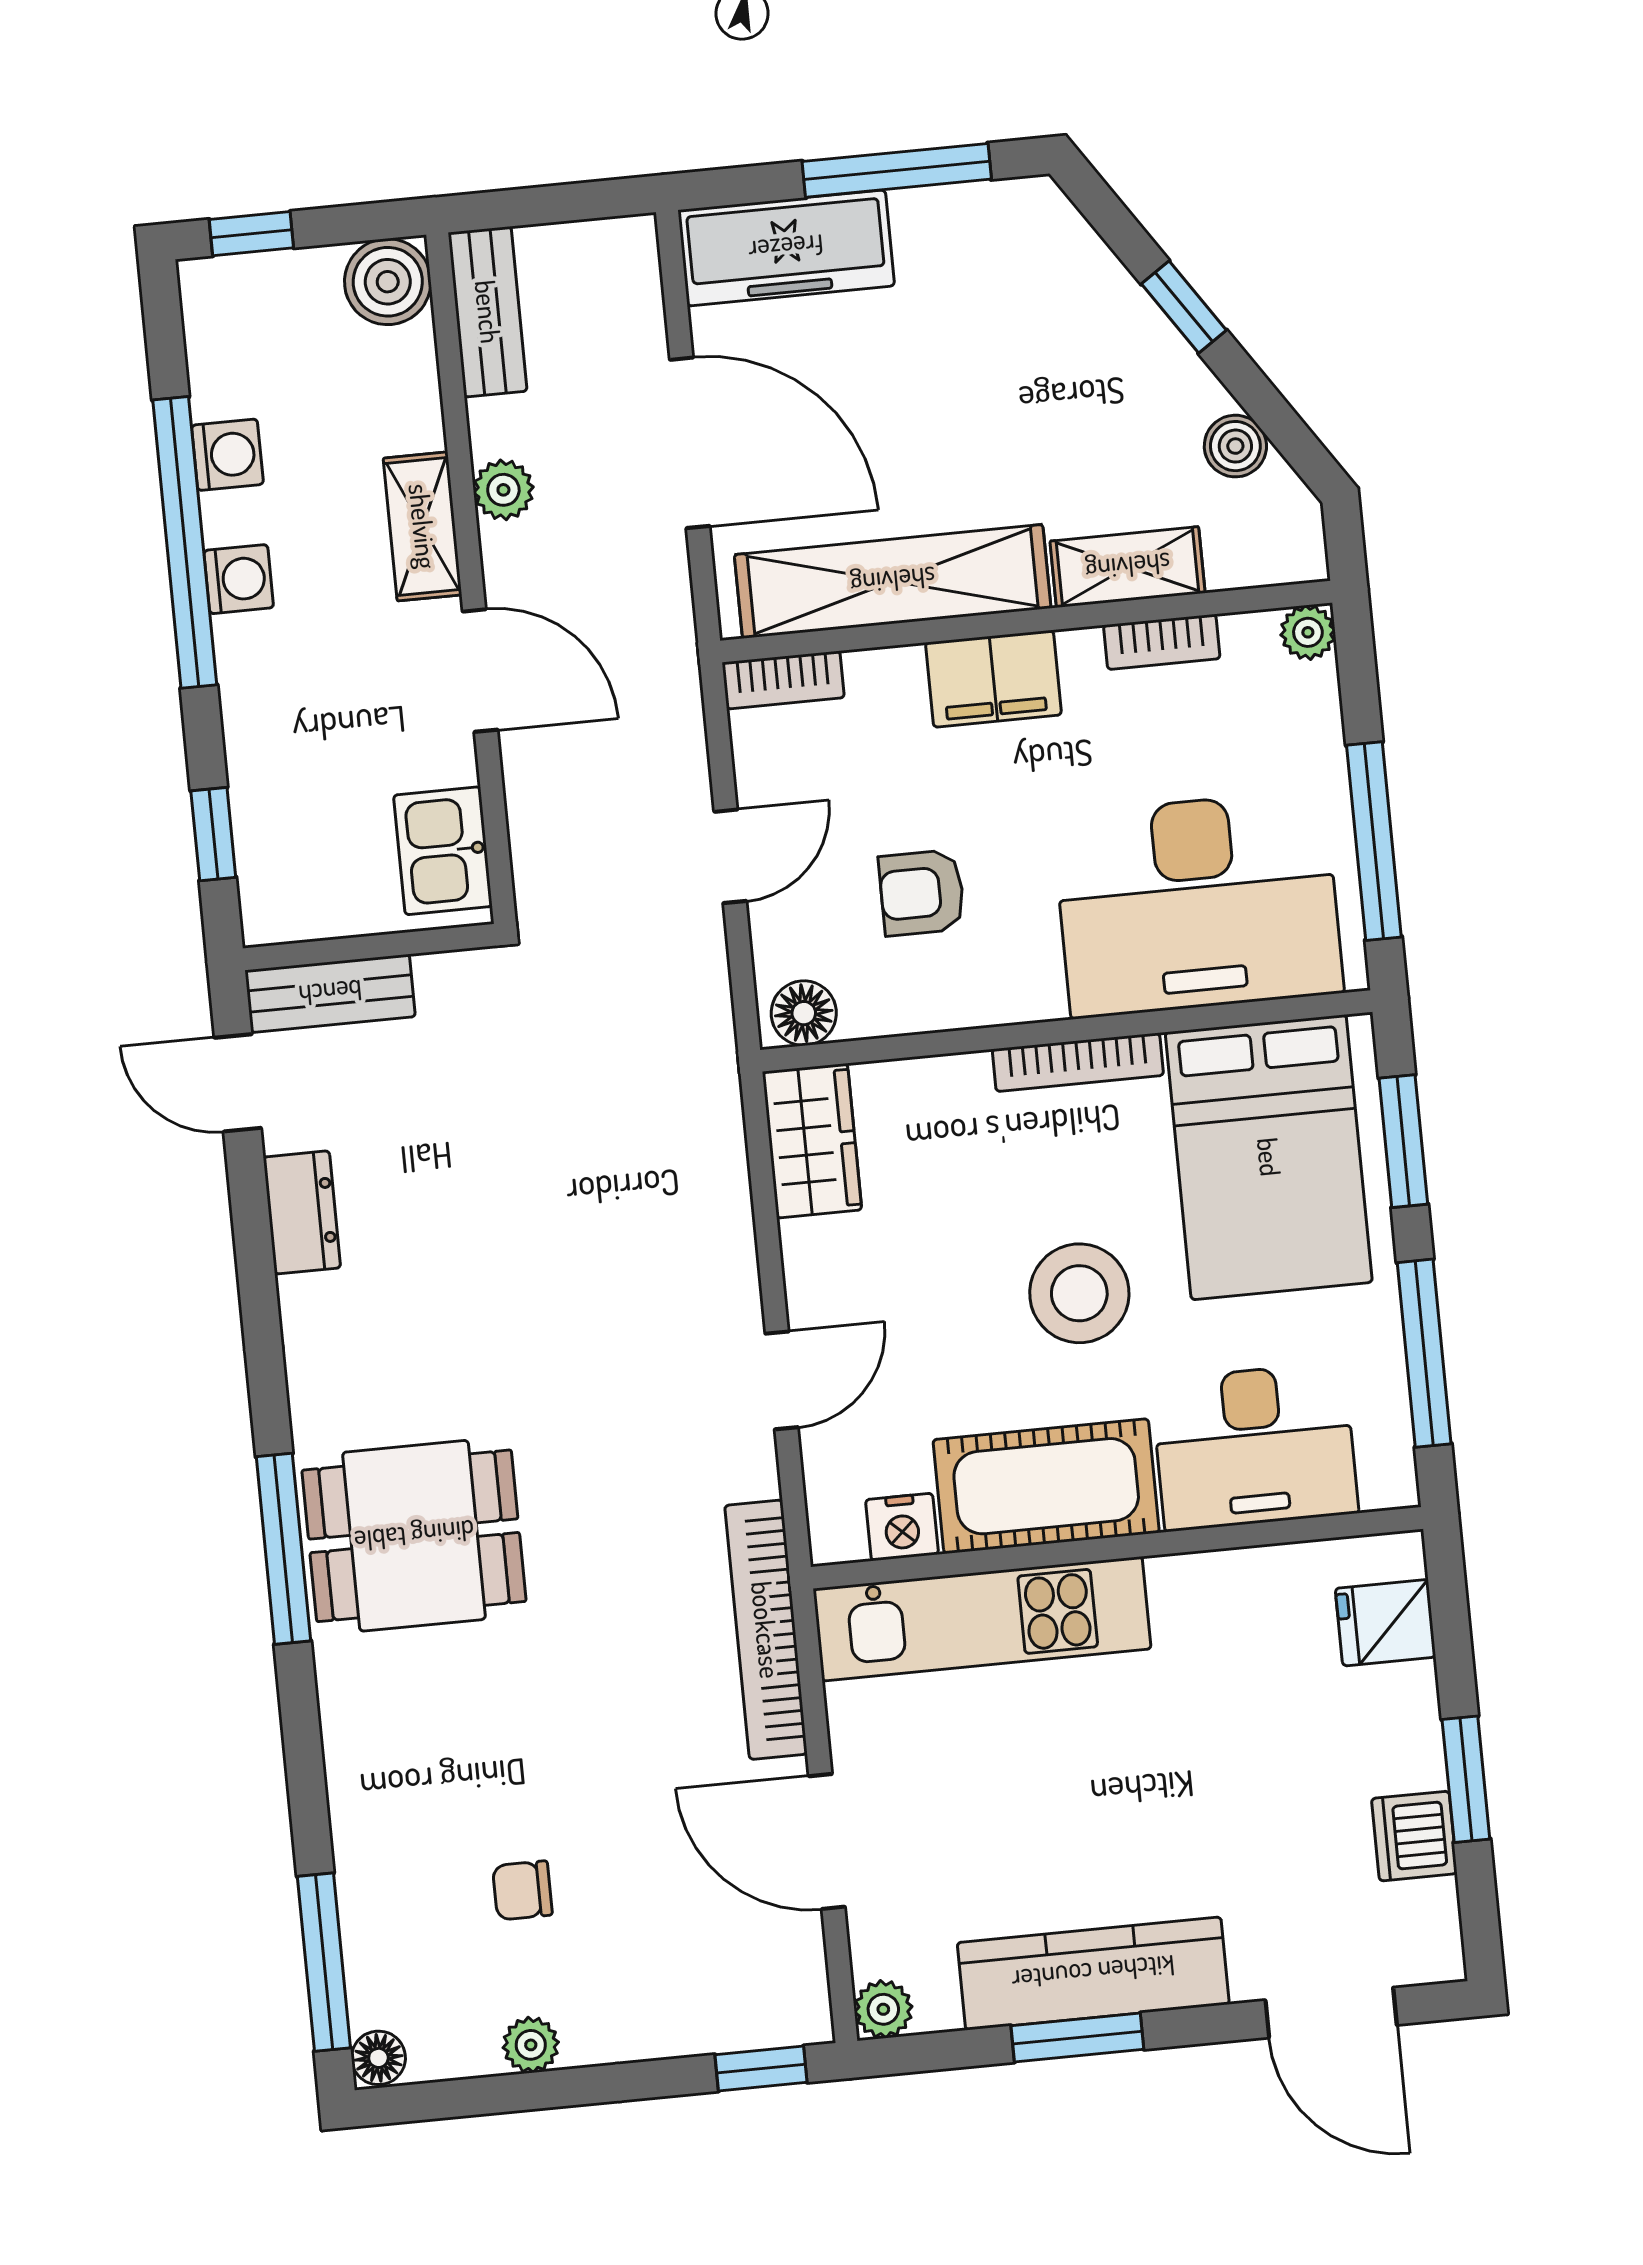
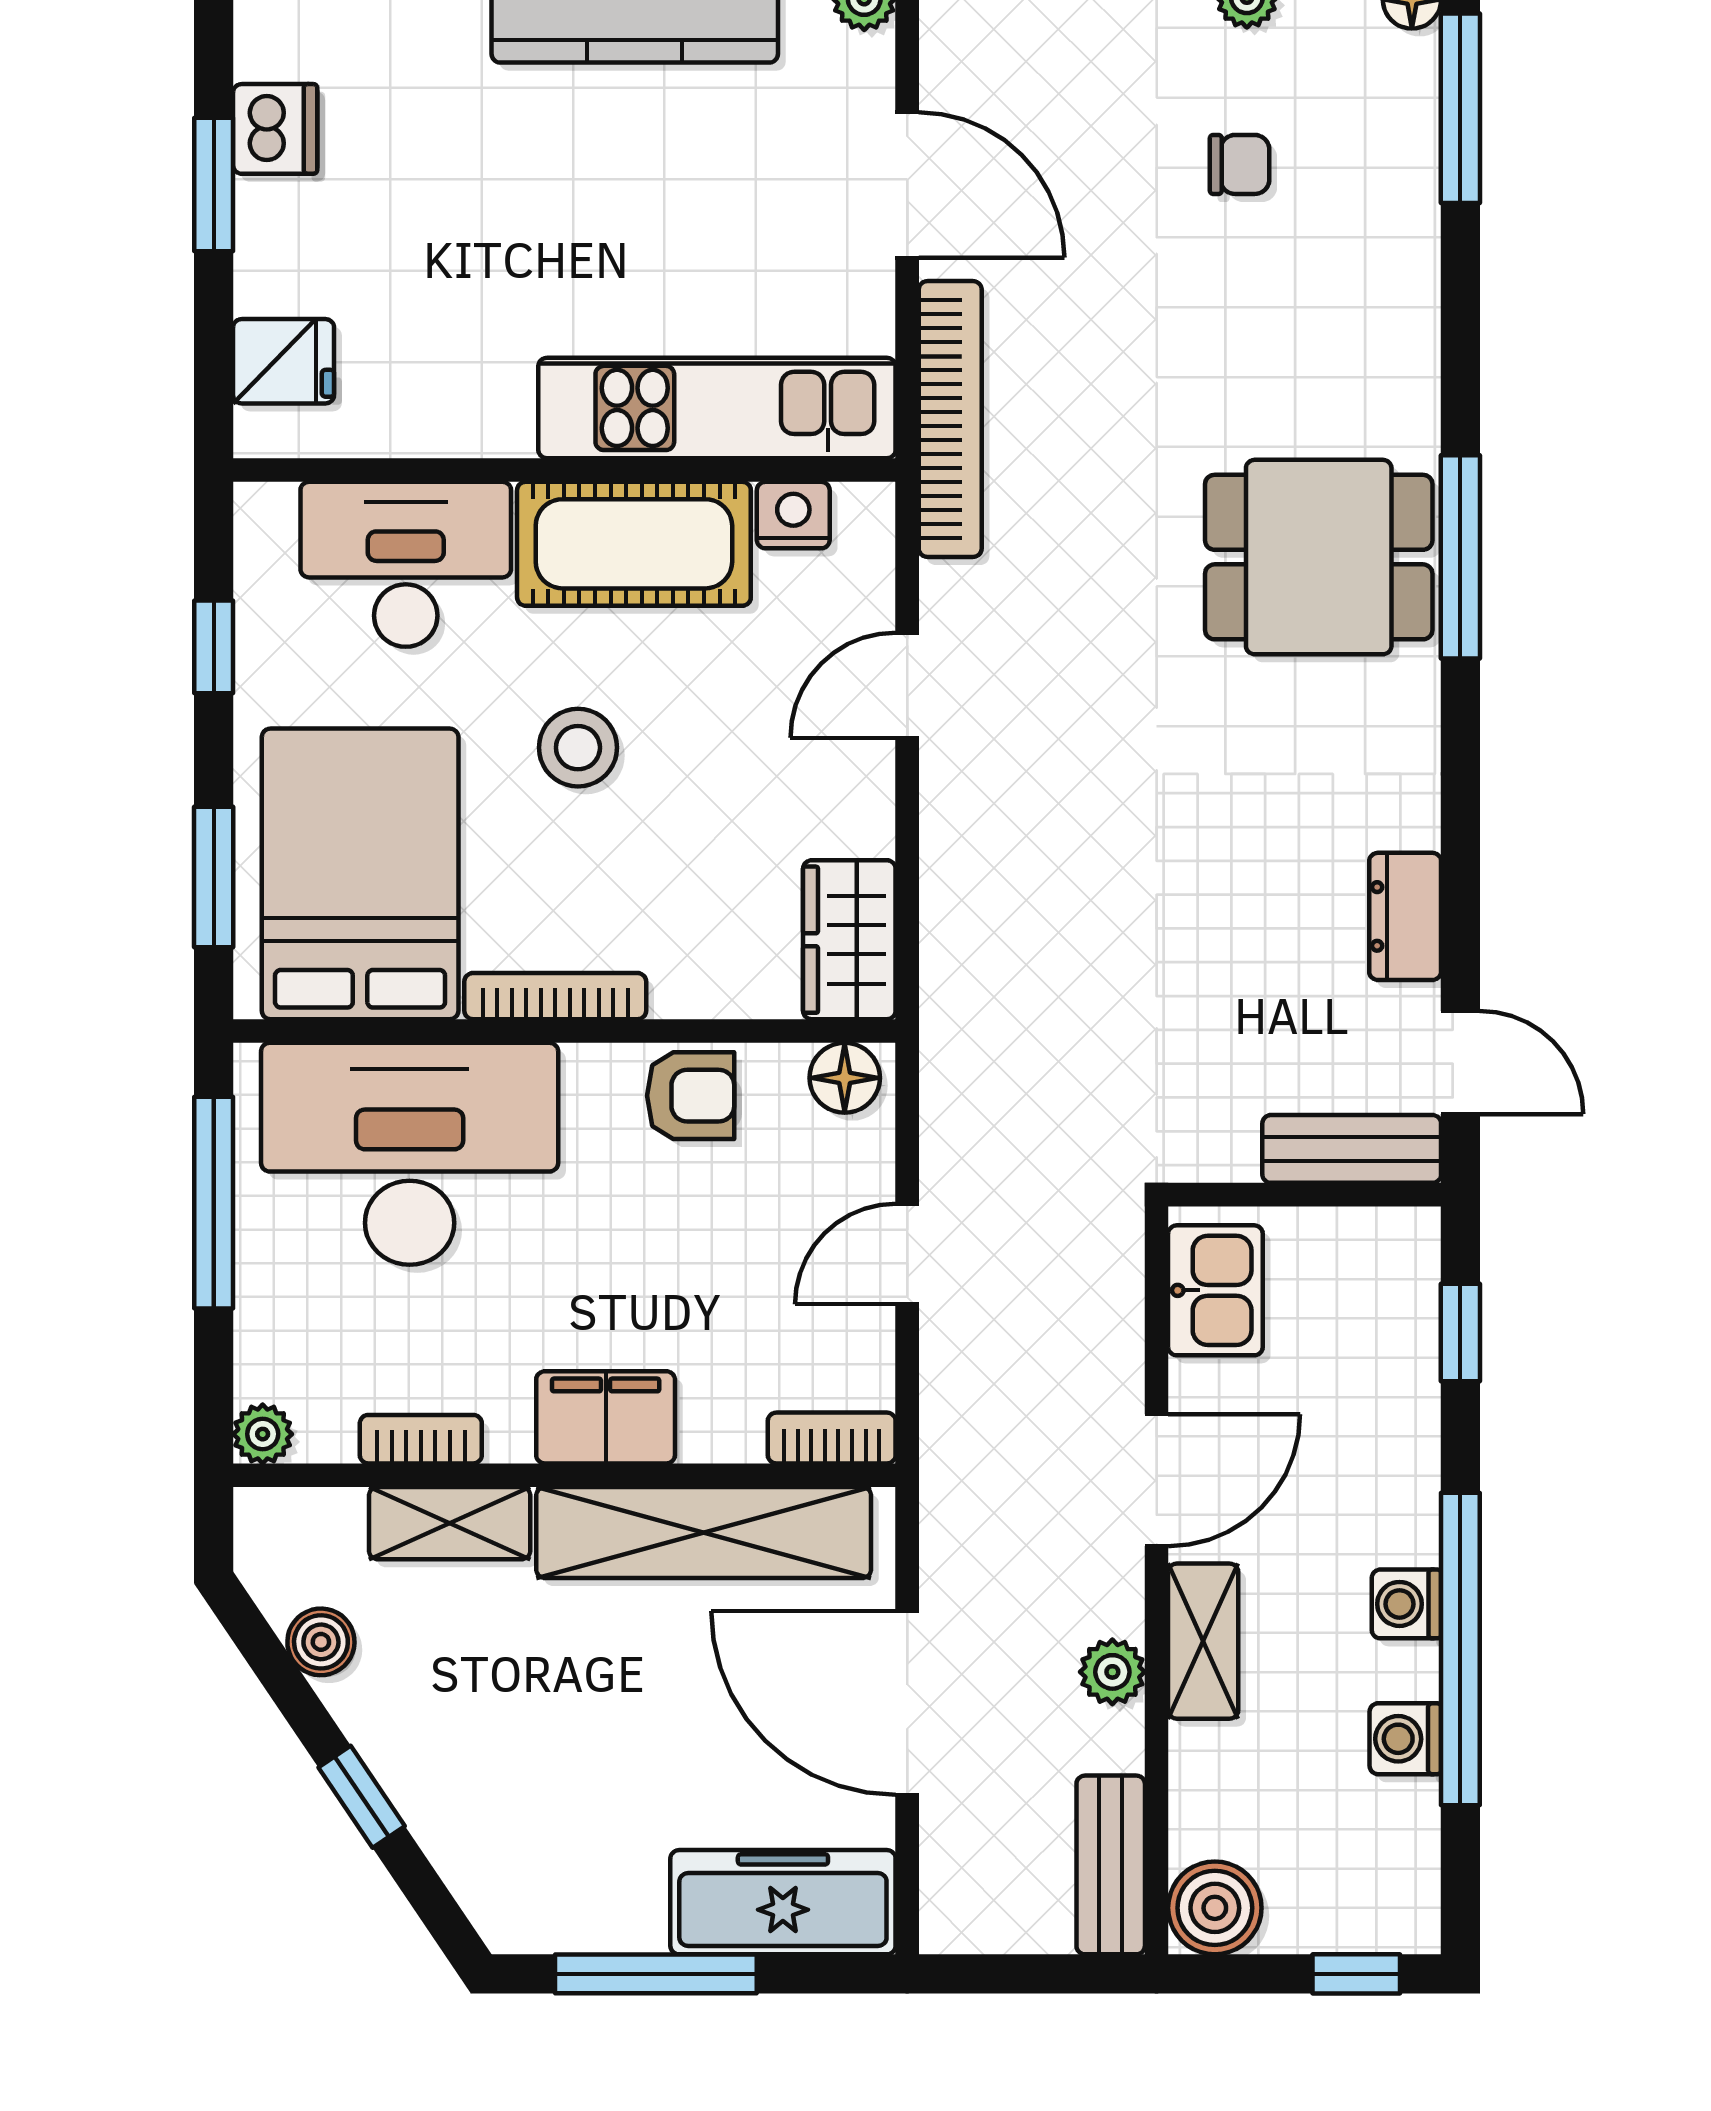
door: (480, 671) -> (1157, 1480), swing flipped
armchair: (922, 893) -> (691, 1096), moved
stool: (1079, 1293) -> (578, 748), width x0.73, depth x0.73
window: (1424, 1353) -> (214, 647), width x0.46

